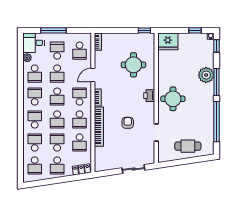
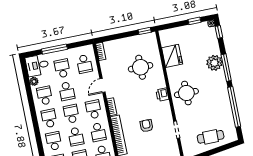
fridge: (168, 41) -> (172, 56), moved, turned -90
school desk: (35, 74) -> (45, 96), turned 180
school desk: (57, 97) -> (71, 114), turned 180

